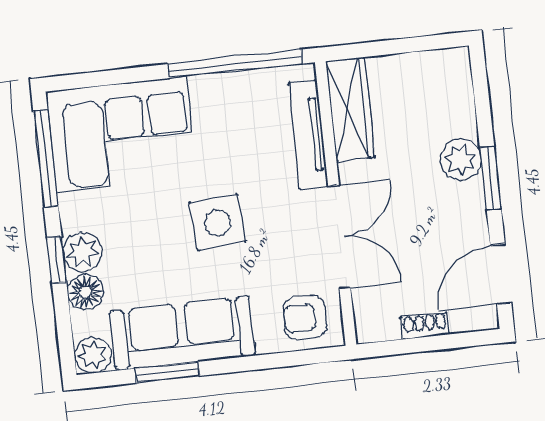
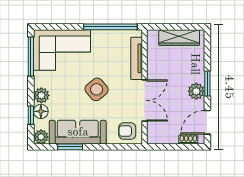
wardrobe: (350, 109) -> (179, 38), moved, turned 90
plant: (461, 160) -> (196, 91), moved
side table: (218, 222) -> (97, 89), turned -36
window: (57, 259) -> (31, 115), moved
shoe rack: (425, 326) -> (188, 140), moved

